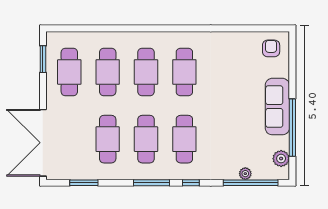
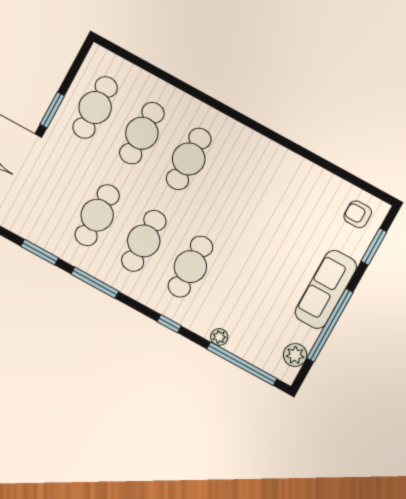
armchair: (271, 48) -> (358, 214), turned -90
window: (43, 59) -> (52, 110), moved
window: (292, 63) -> (374, 247), added
cafe table: (184, 72) -> (236, 185), removed
plant: (245, 174) -> (219, 337), moved
window: (152, 183) -> (95, 283), moved

